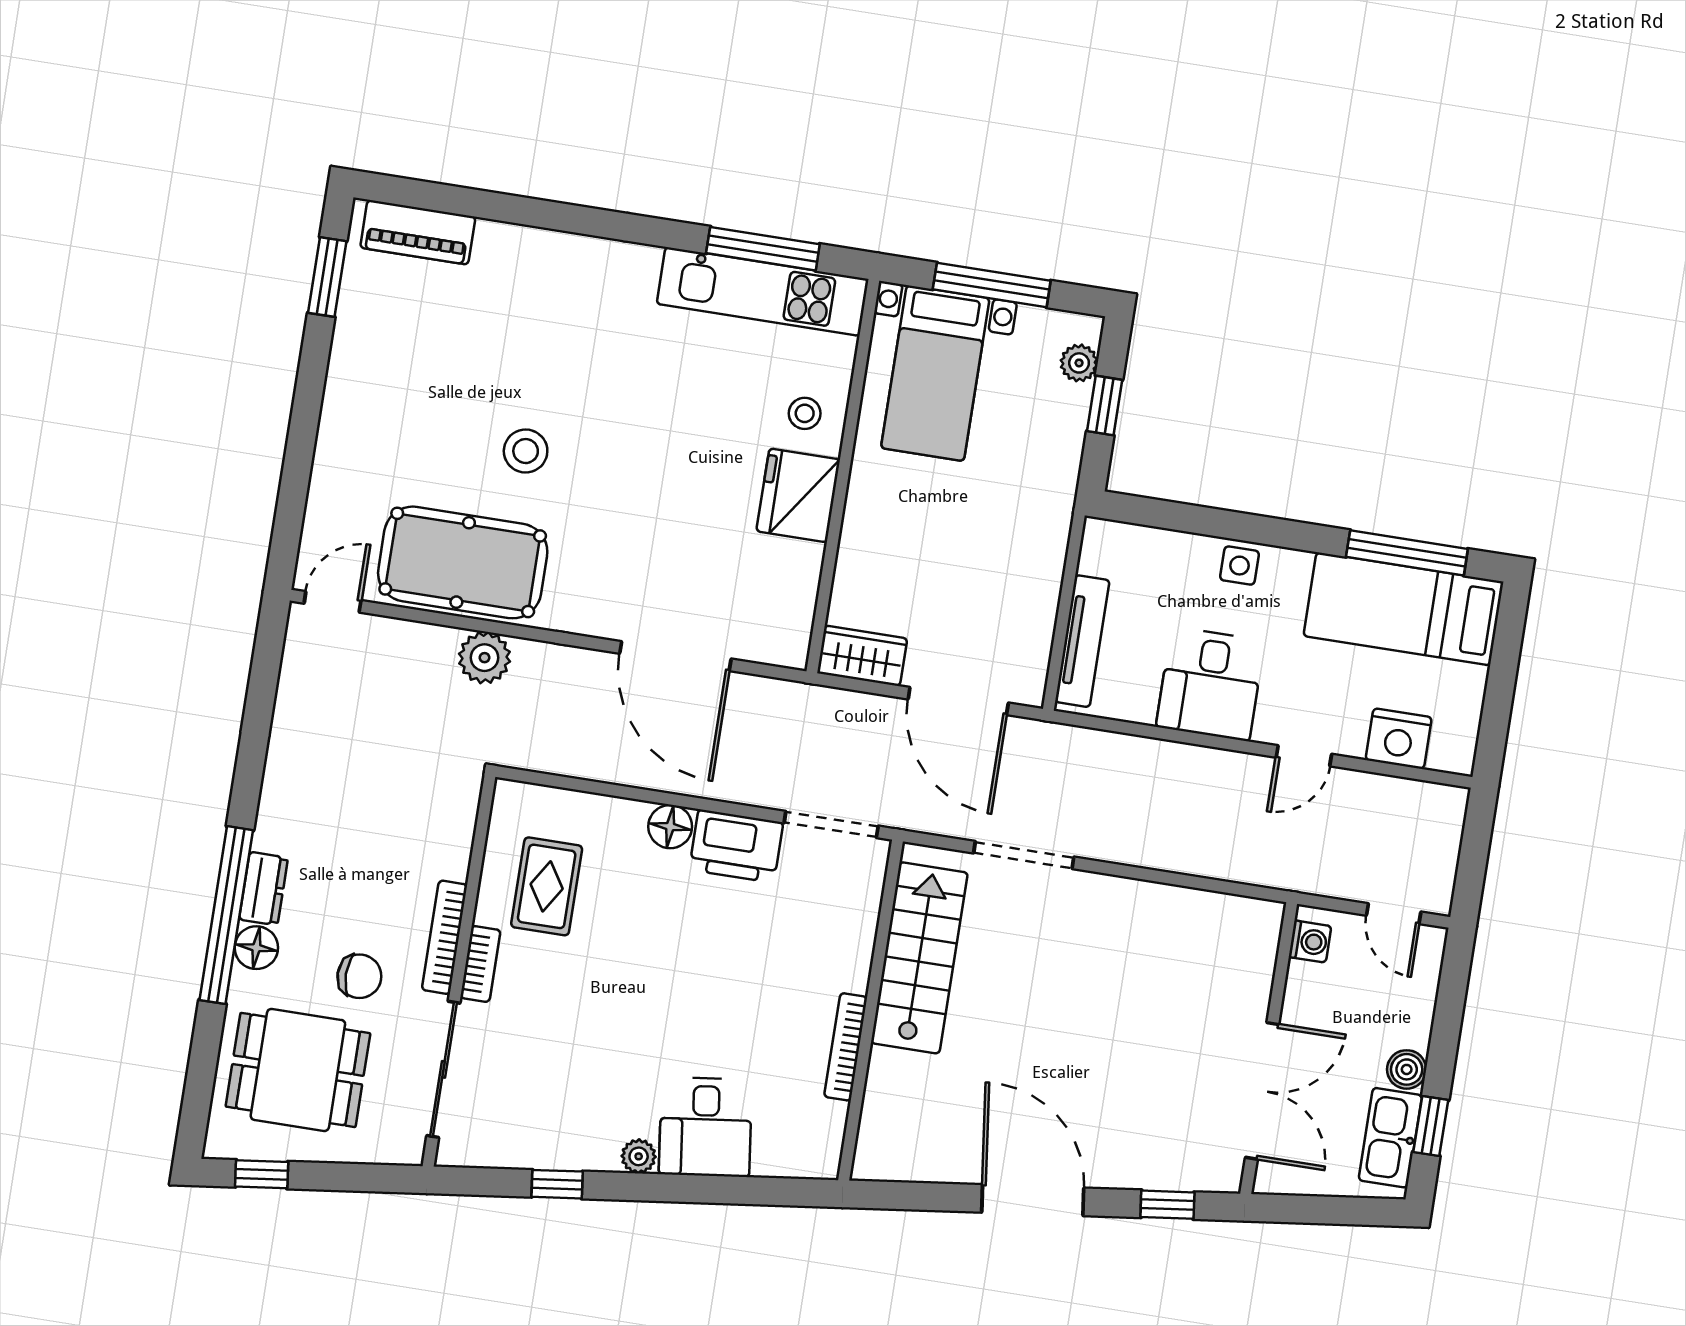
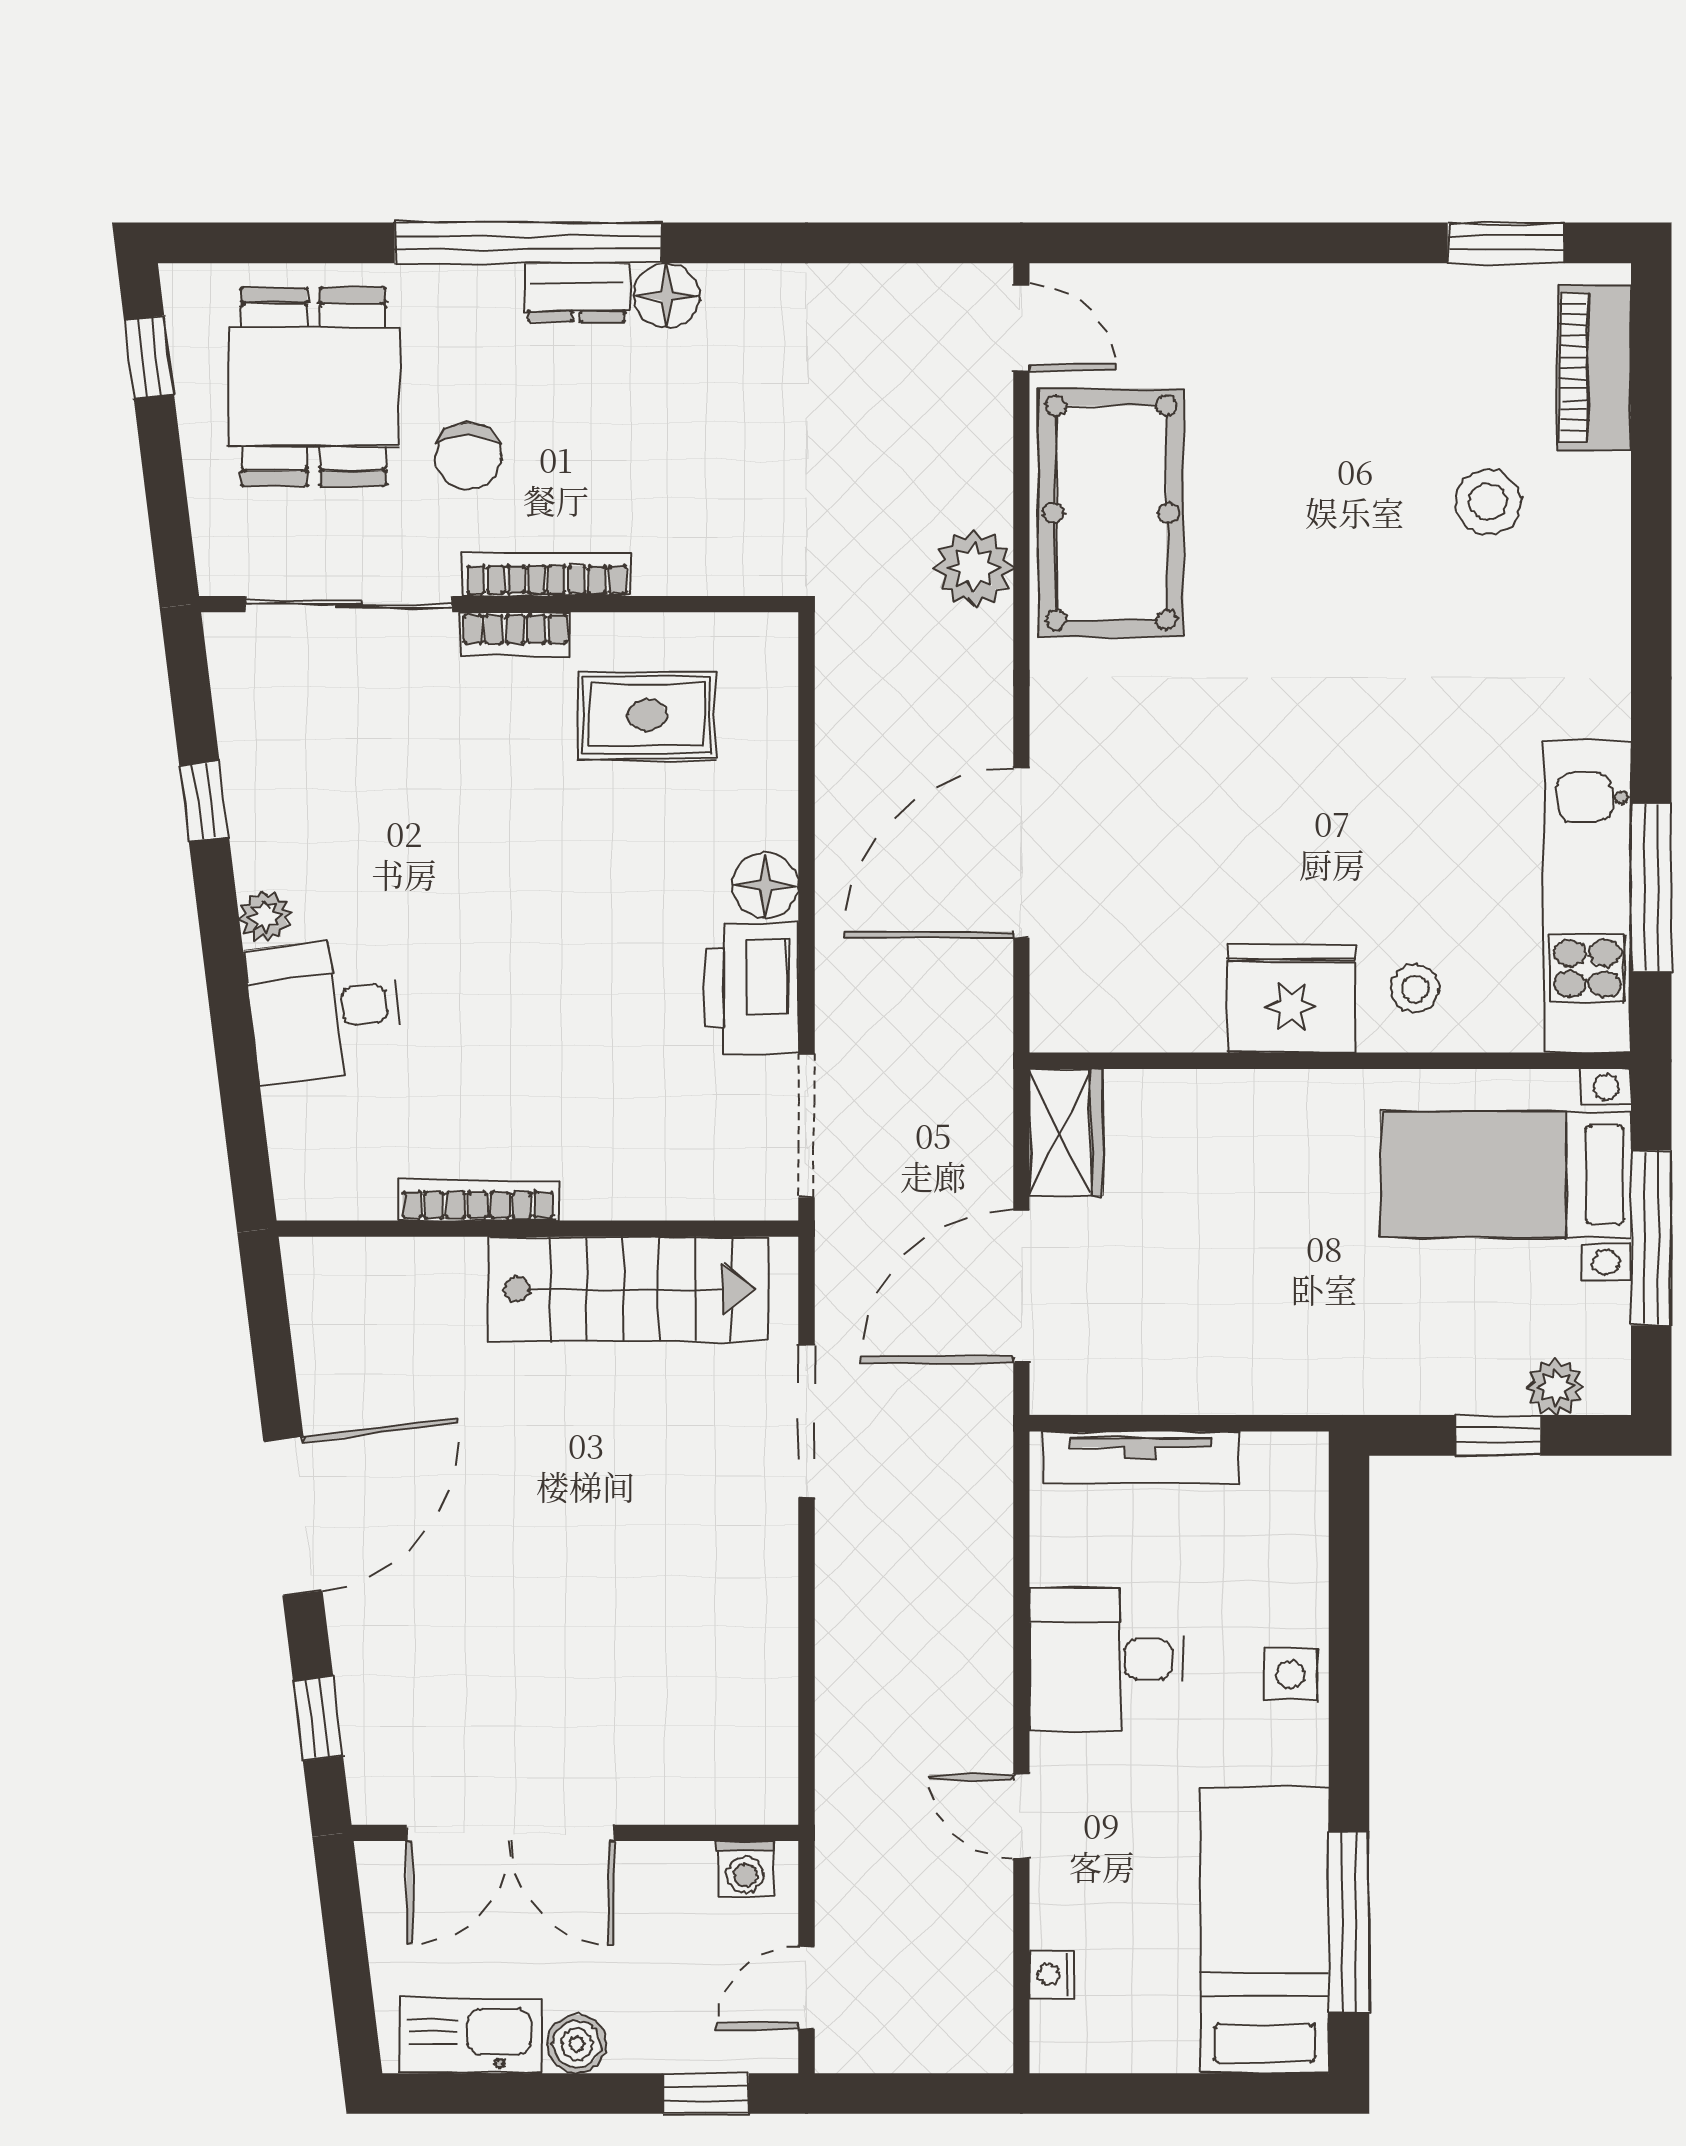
stool: (526, 451) -> (1488, 502), moved
nightstand: (1399, 739) -> (1052, 1975), width x0.53, depth x0.56
floor lamp: (256, 948) -> (667, 296), moved
window: (1431, 1126) -> (706, 2093), moved

